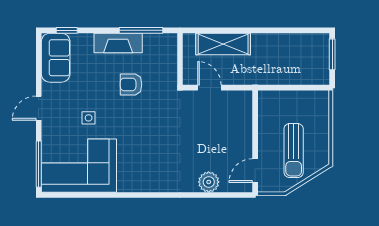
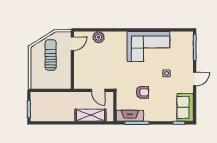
fireplace: (118, 43) -> (130, 116), moved
corner sofa: (79, 166) -> (148, 46), moved

